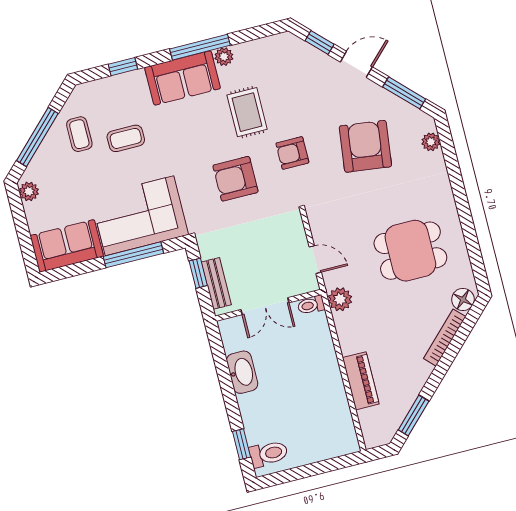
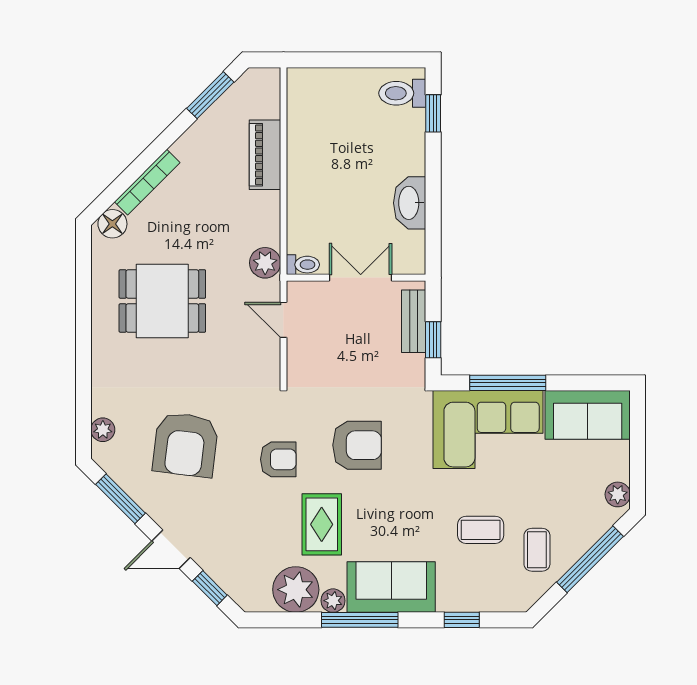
plant: (254, 58) -> (296, 590), added

